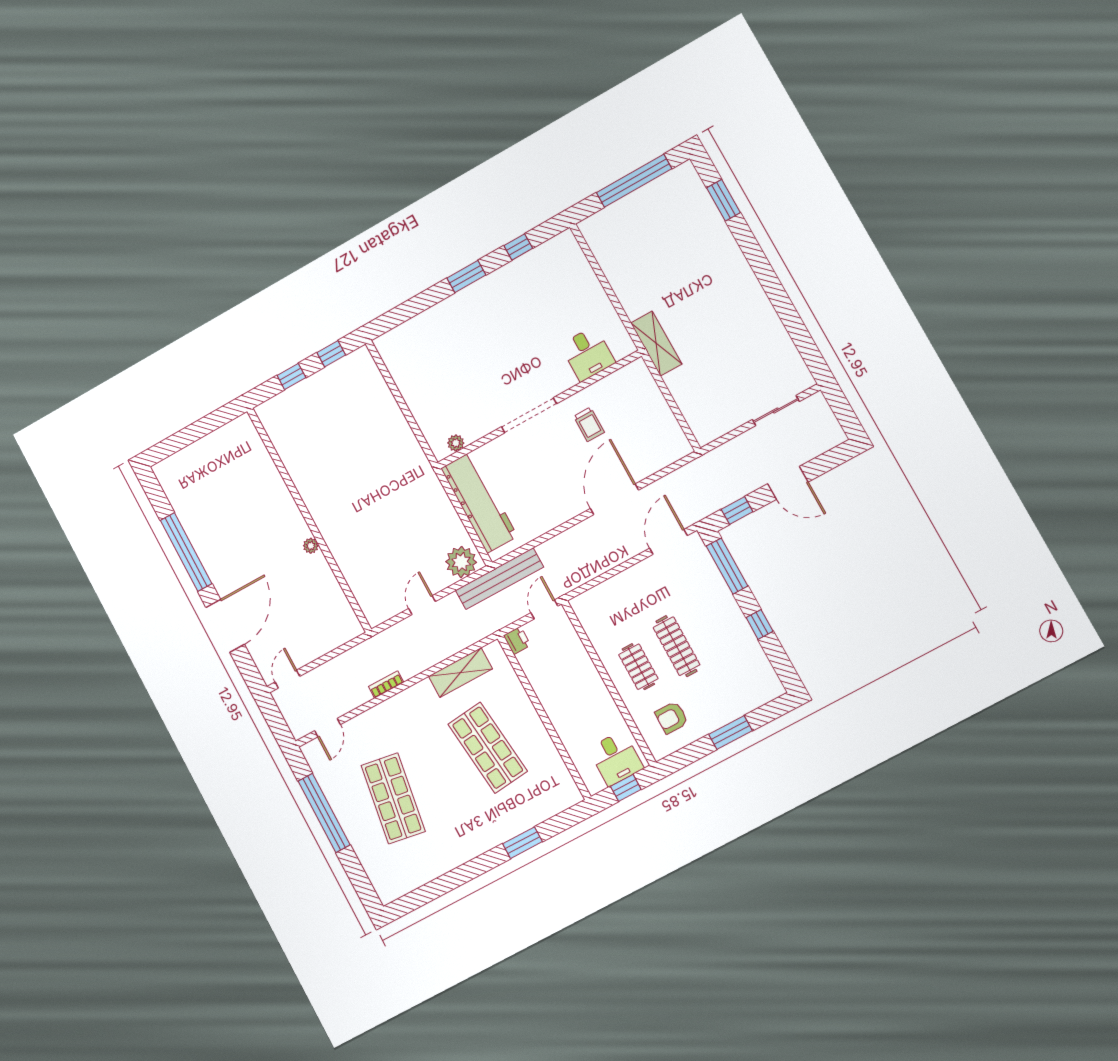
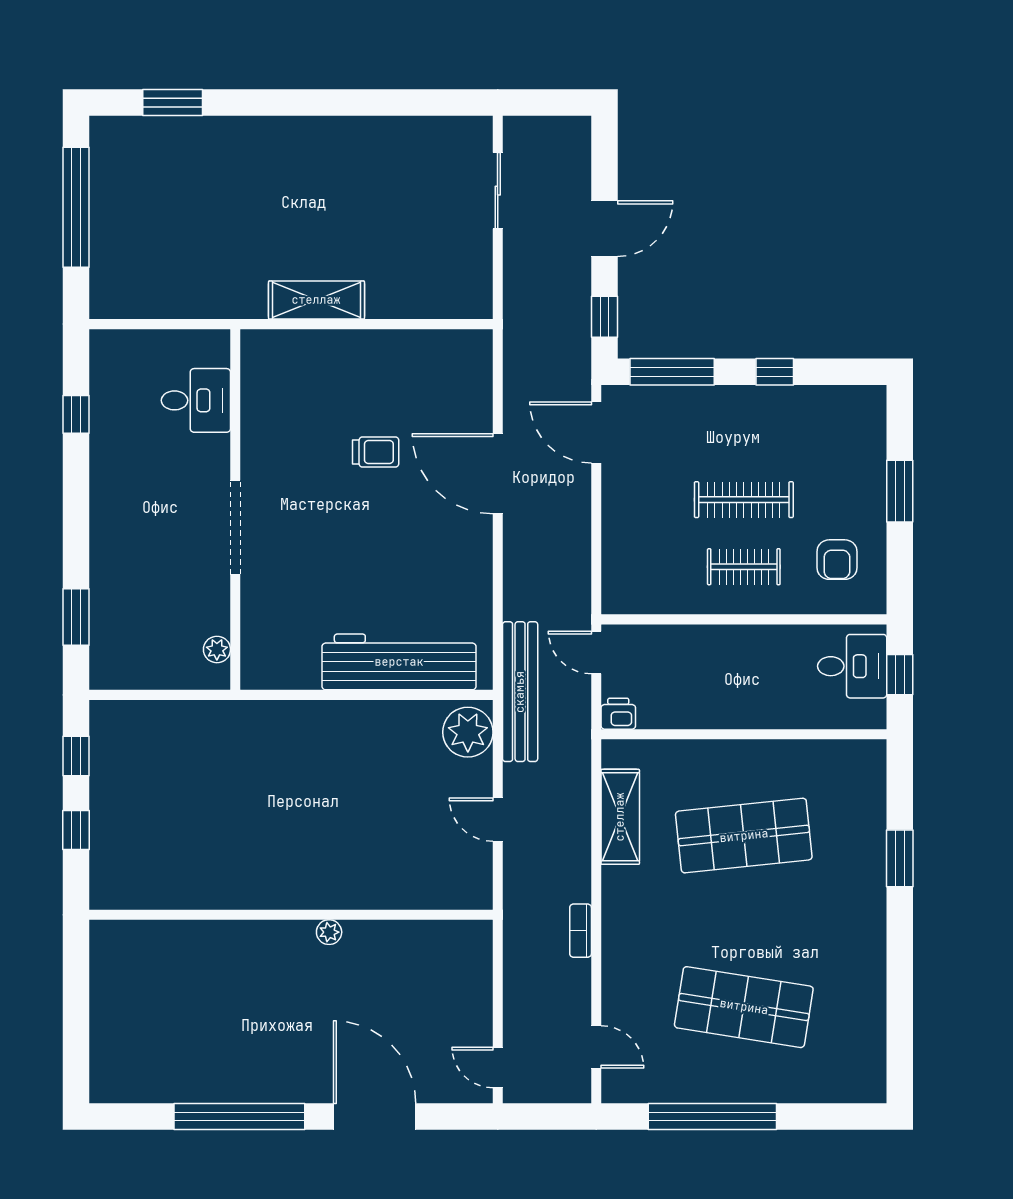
window: (466, 277) -> (76, 617), moved
desk: (588, 354) -> (196, 400), moved
wall: (539, 410) -> (235, 509), moved
doorway: (529, 415) -> (235, 527), moved
plant: (456, 443) -> (217, 649), moved

